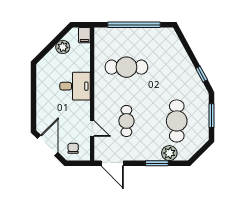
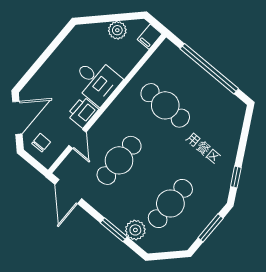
printer: (82, 111) -> (83, 112), added
cafe table: (126, 121) -> (119, 160), width x1.37, depth x1.35

